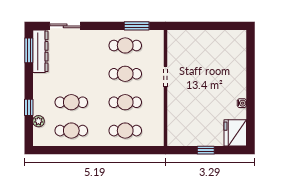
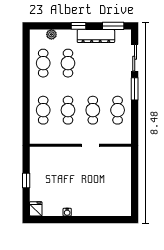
window: (137, 26) -> (135, 89), moved
dresser: (40, 51) -> (96, 36), moved
window: (29, 107) -> (79, 26), moved
fridge: (235, 133) -> (36, 209), width x0.53, depth x0.75

